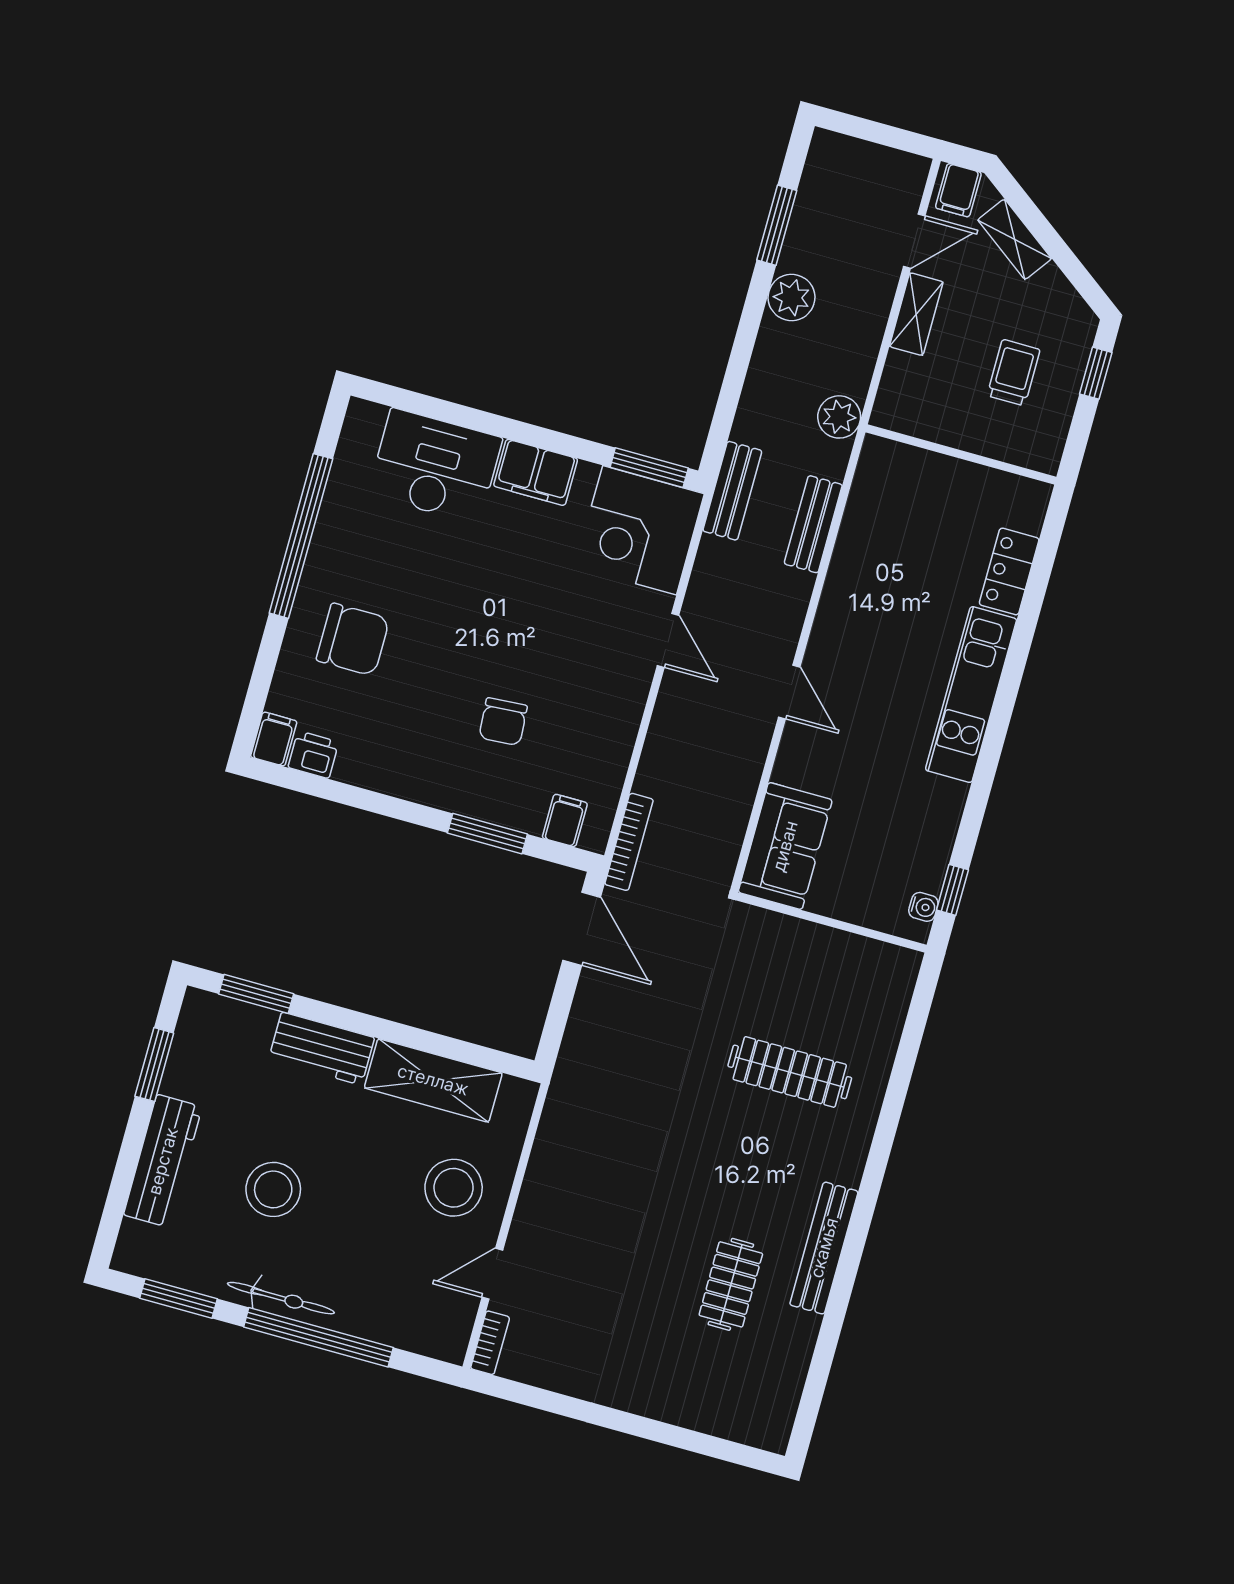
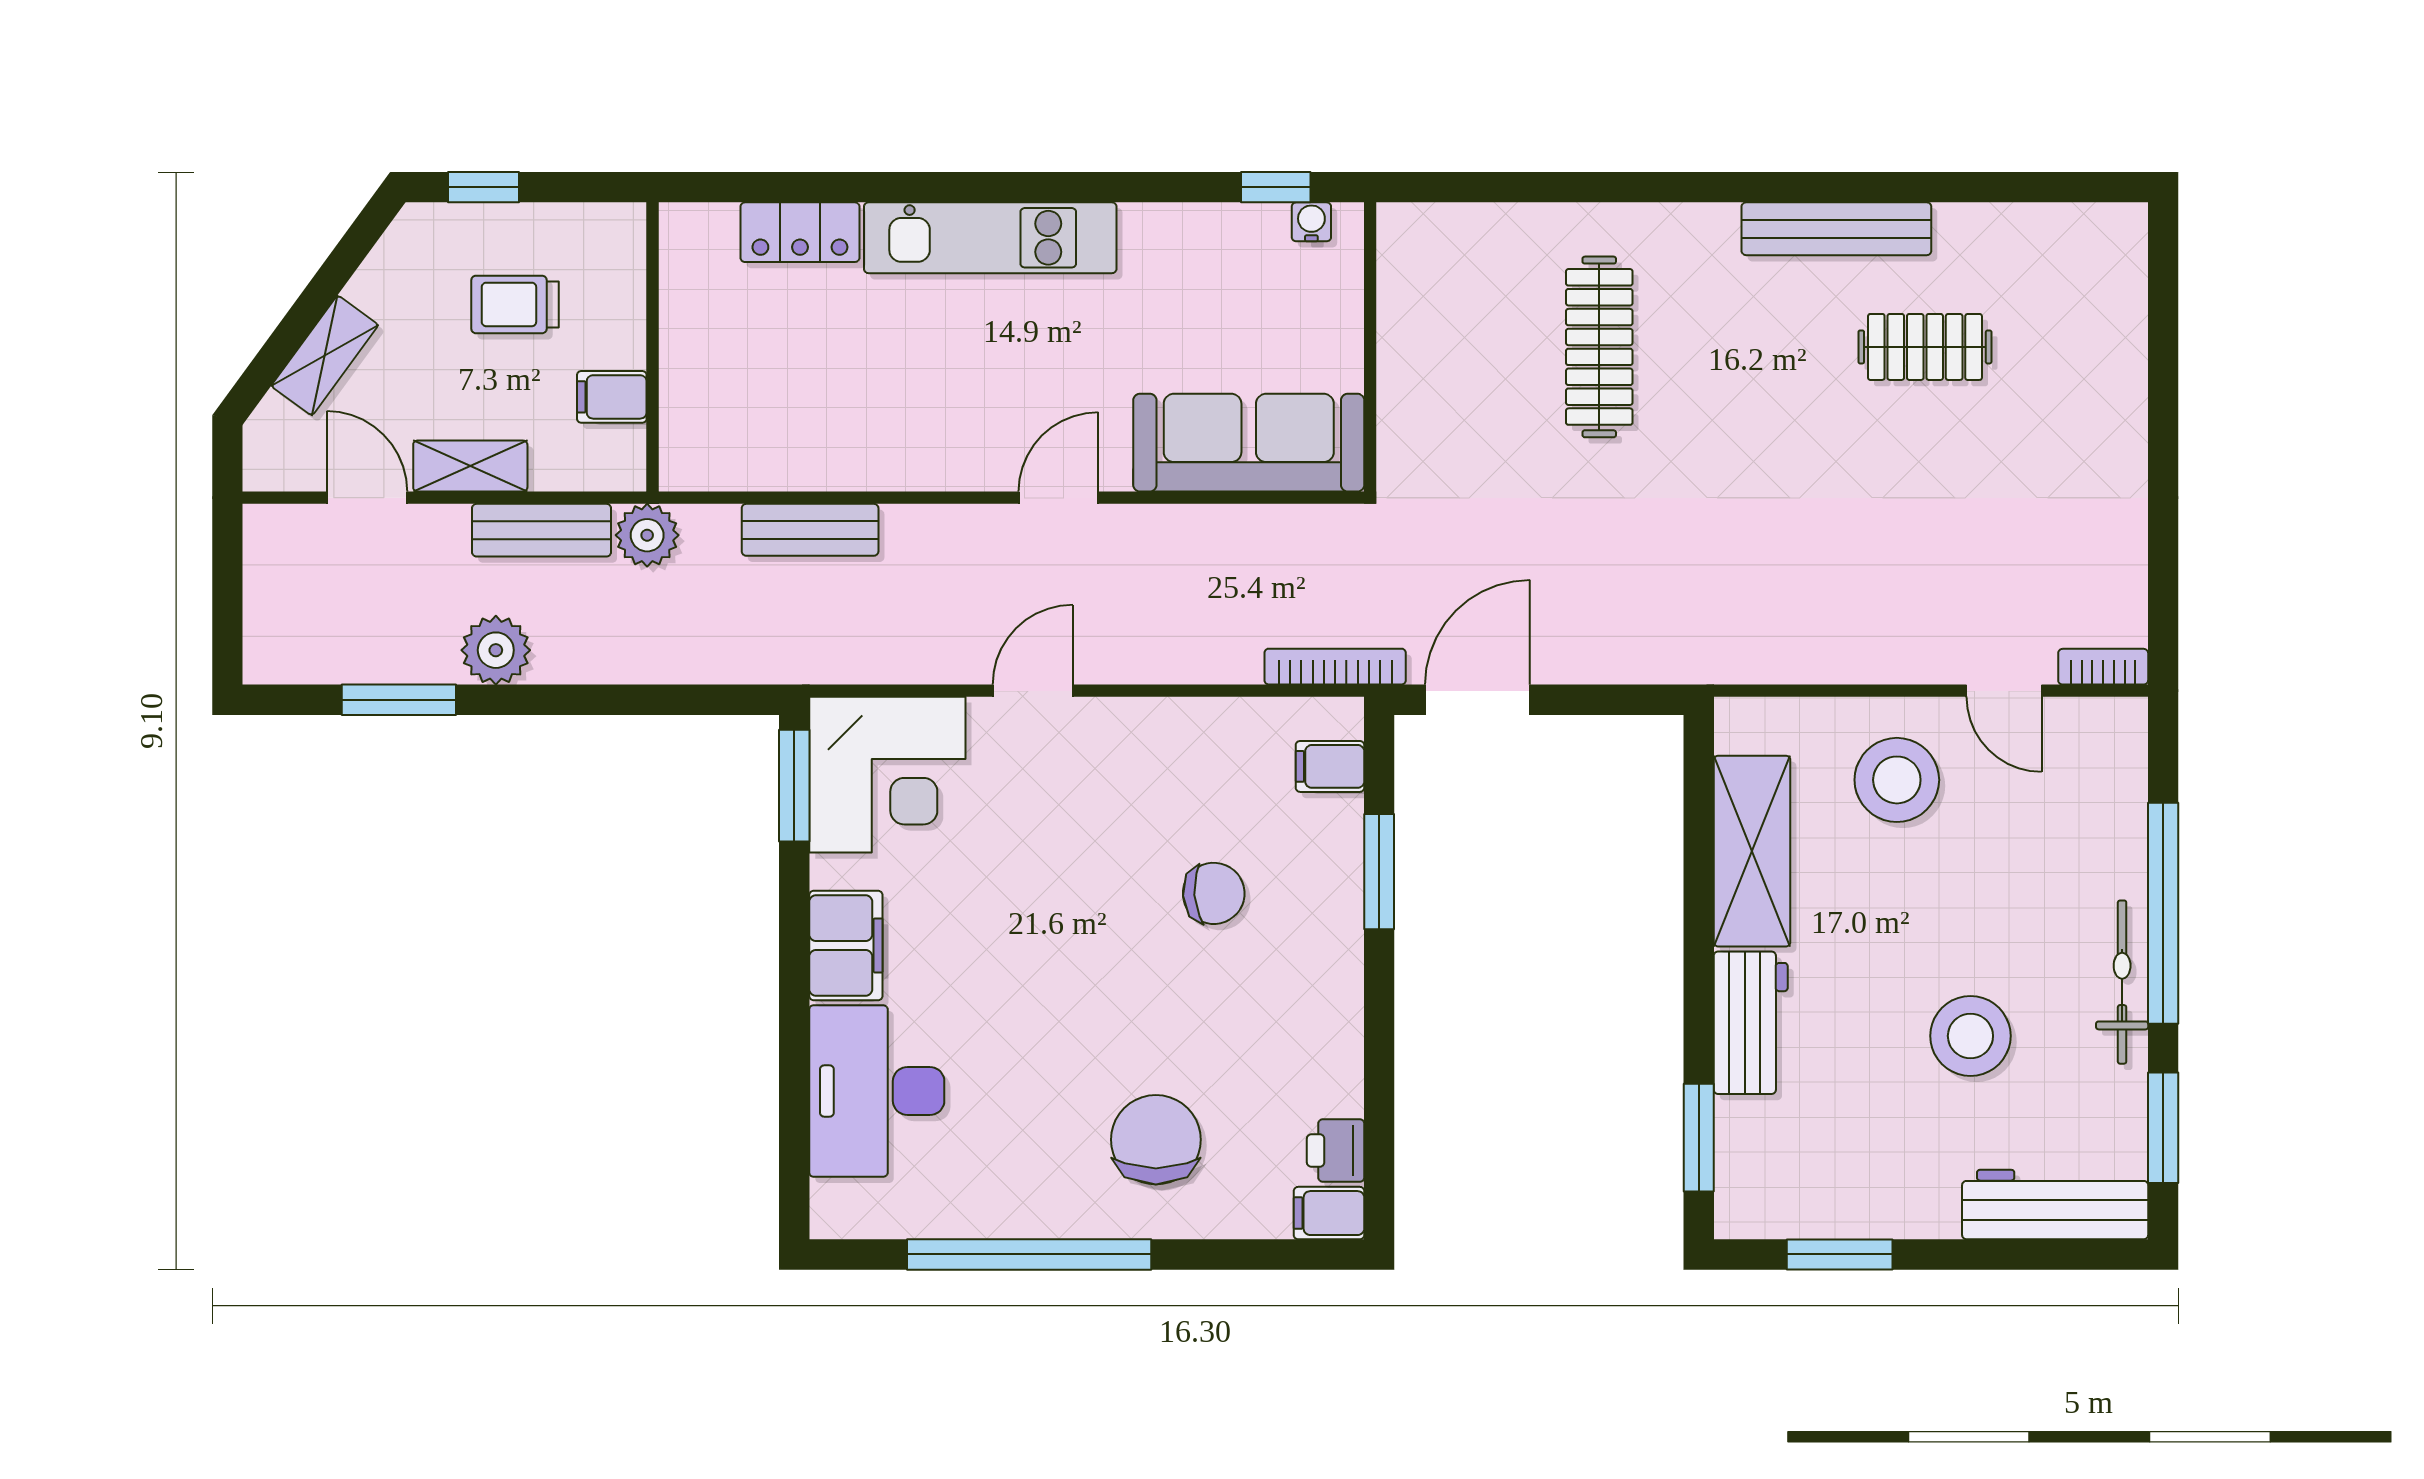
filing cabinet: (958, 190) -> (612, 397), moved, turned 180
bench: (732, 491) -> (542, 530), moved
sofa: (785, 846) -> (1249, 443), width x1.36
workbench: (163, 1161) -> (2055, 1204), moved

